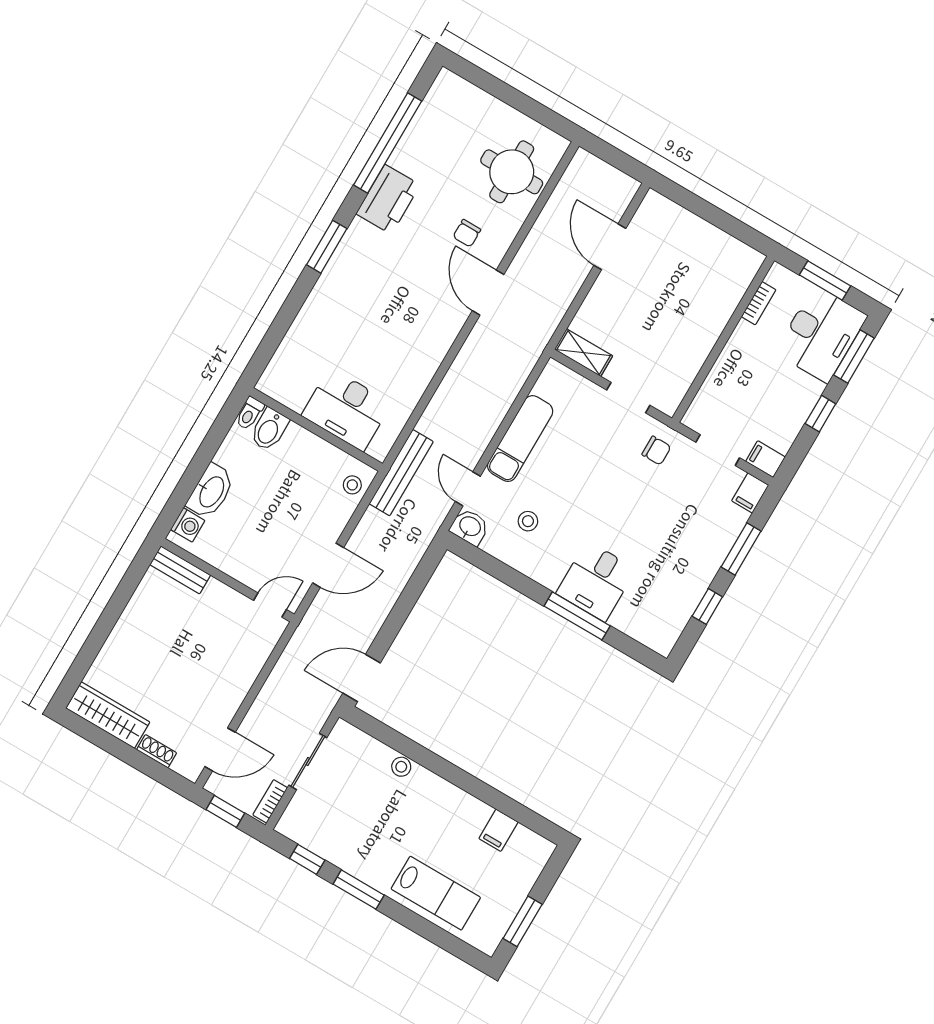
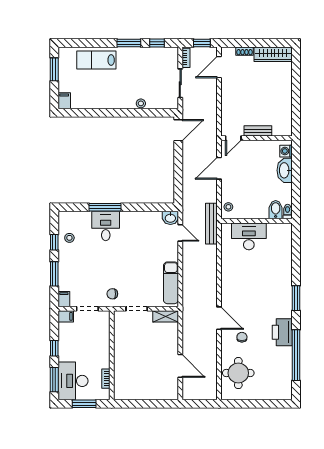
exam couch: (520, 439) -> (171, 283), moved
stool: (528, 521) -> (69, 238), moved
bench: (180, 570) -> (258, 131), moved
filing cabinet: (498, 830) -> (64, 101), moved

